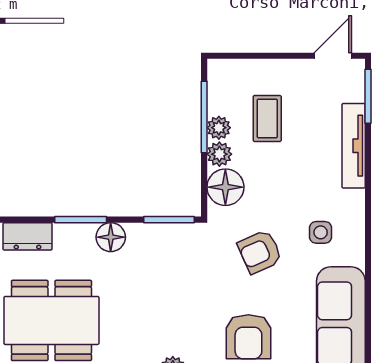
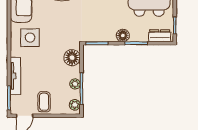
coffee table: (267, 118) -> (44, 102), moved
plant: (219, 154) -> (75, 105), moved
side table: (321, 232) -> (30, 38), width x1.87, depth x1.87
armchair: (260, 252) -> (57, 29), removed

